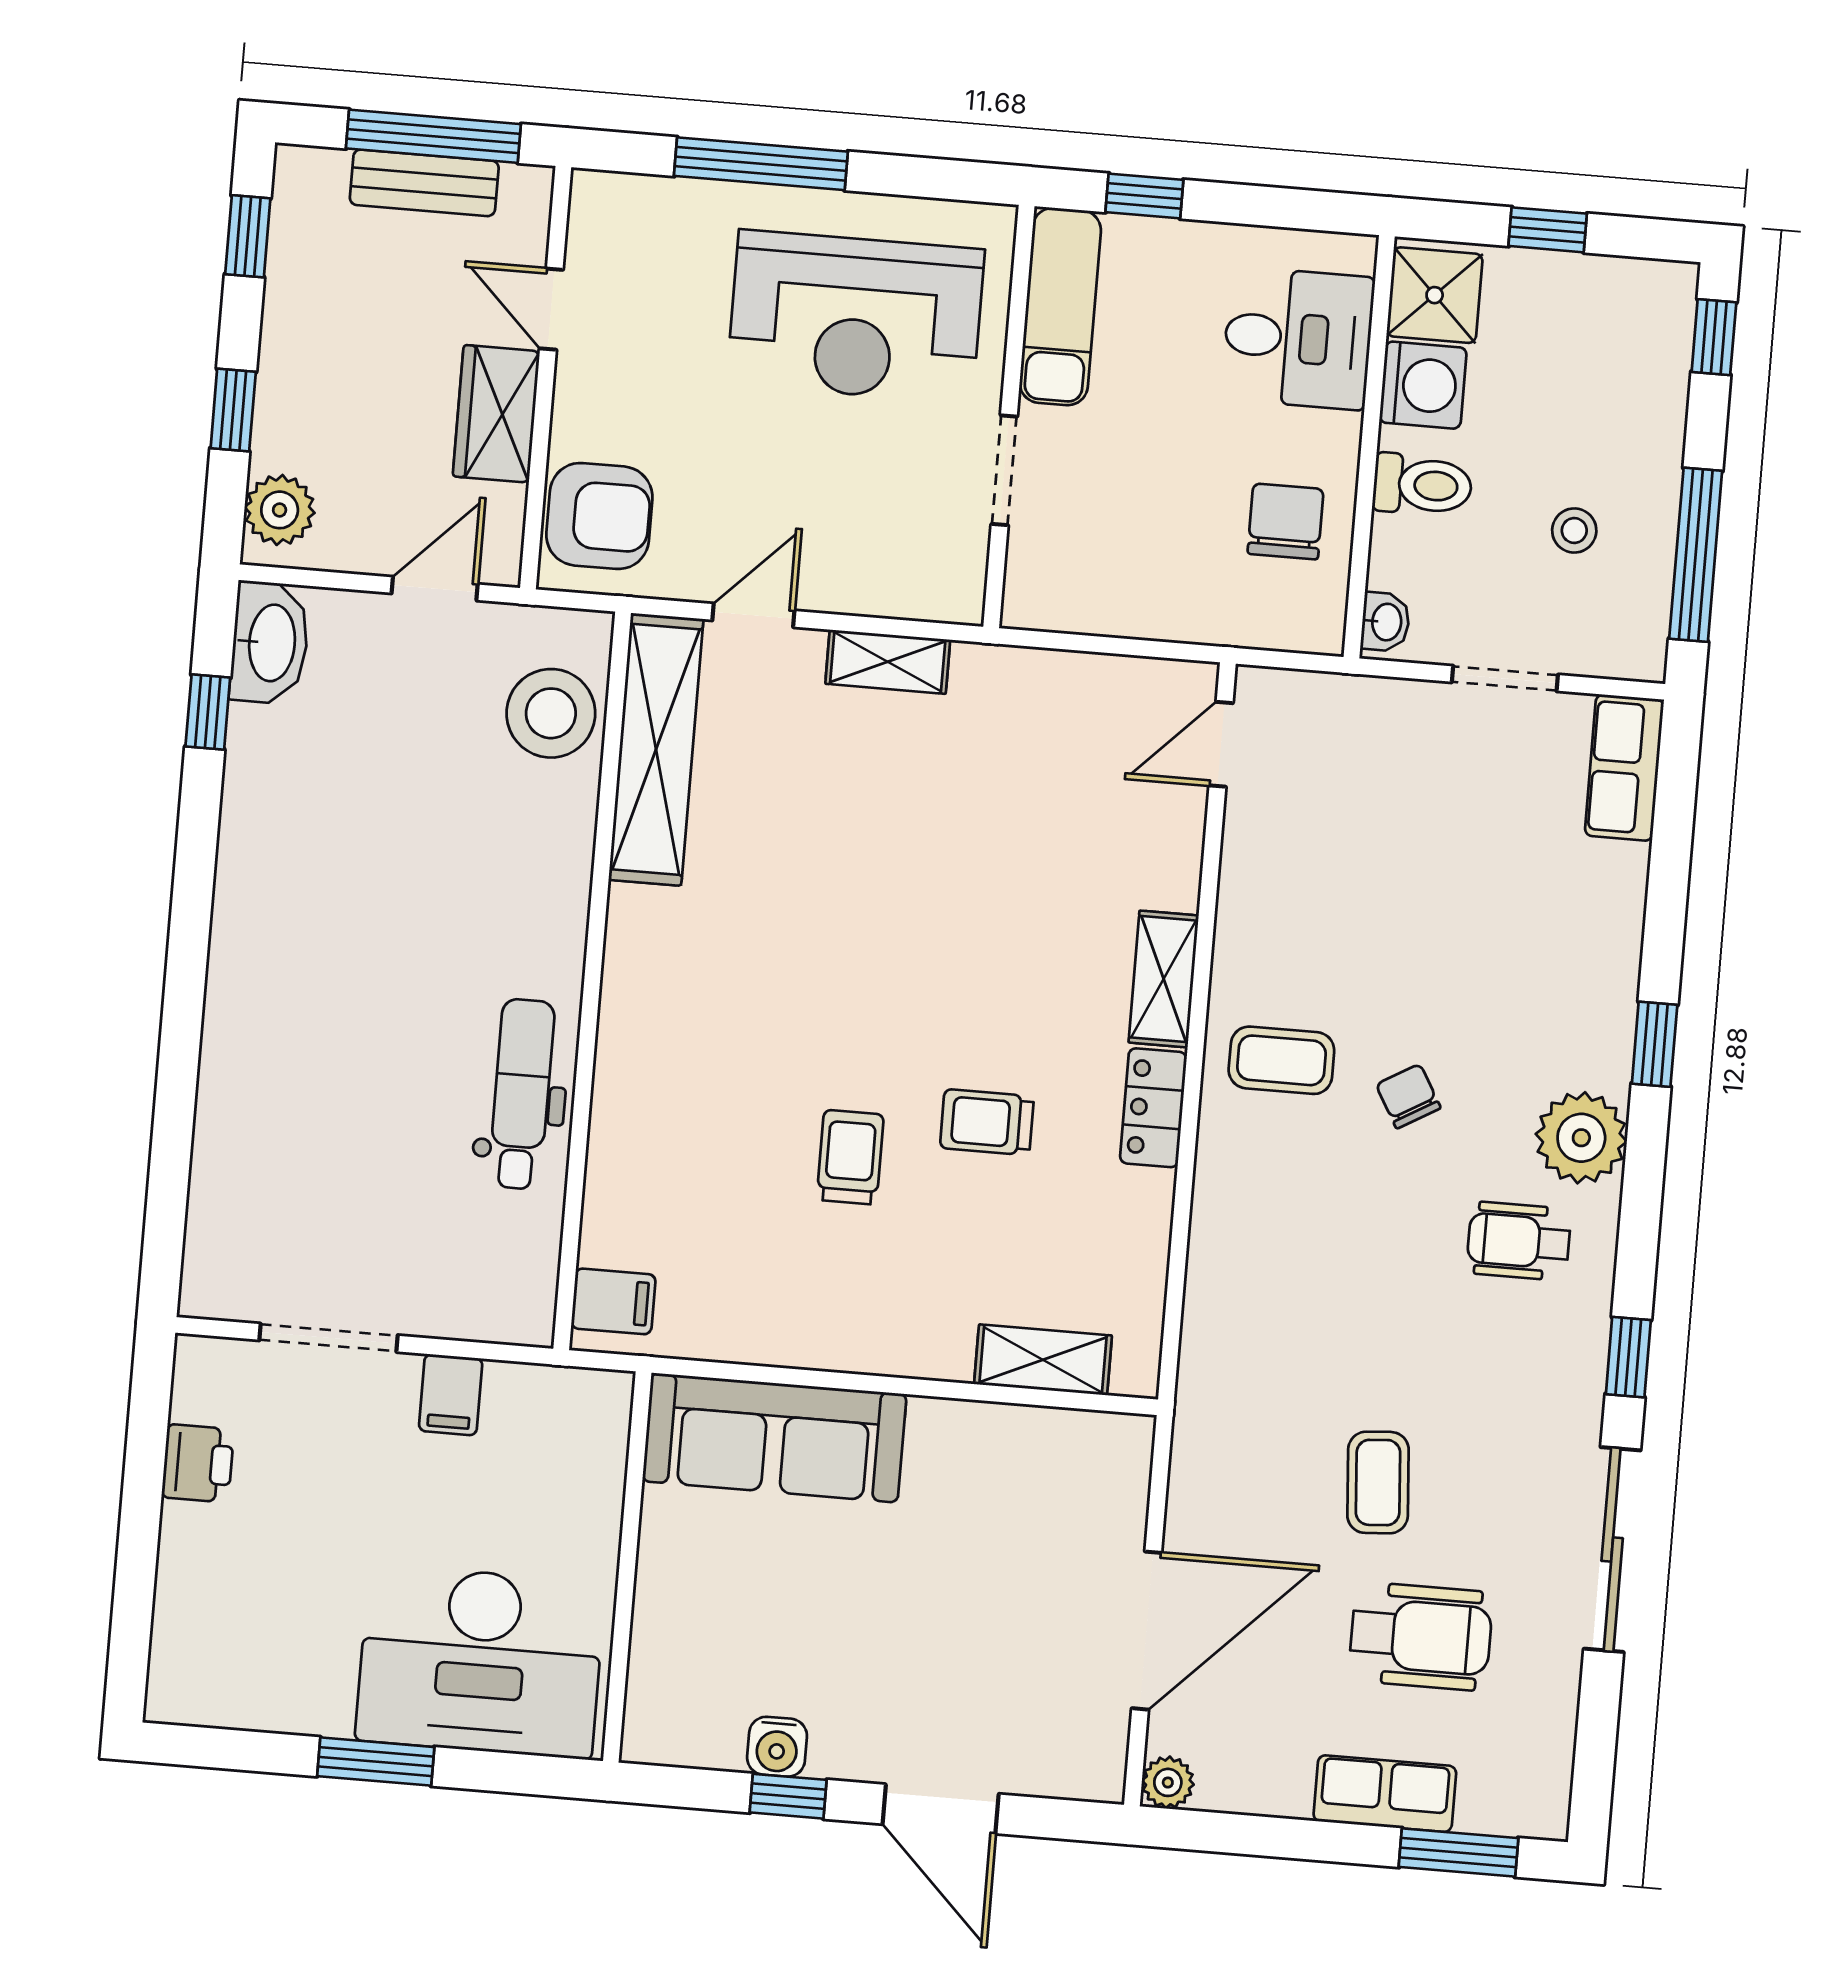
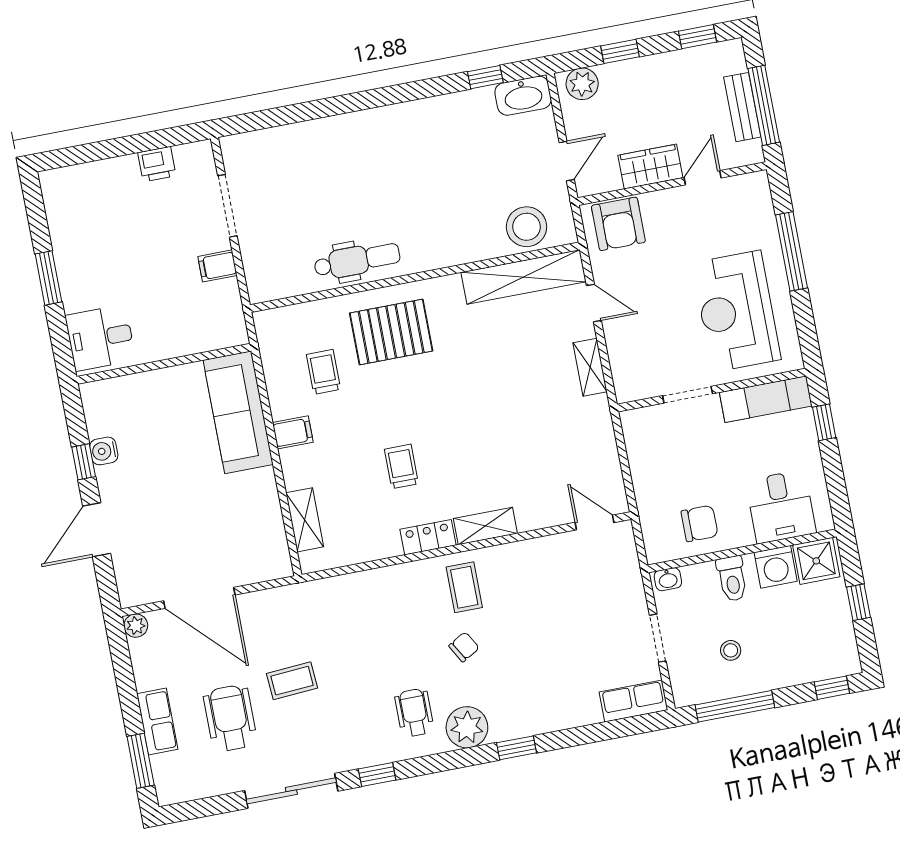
door: (435, 589) -> (567, 161), hinge flipped
pallet: (694, 1064) -> (391, 332), added
trolley: (850, 1157) -> (324, 372), moved, turned -90
filing cabinet: (613, 1301) -> (293, 432), moved, turned -90
wheelchair: (1421, 1636) -> (230, 718), turned 180
desk: (480, 1662) -> (100, 338), width x0.53, depth x0.77

